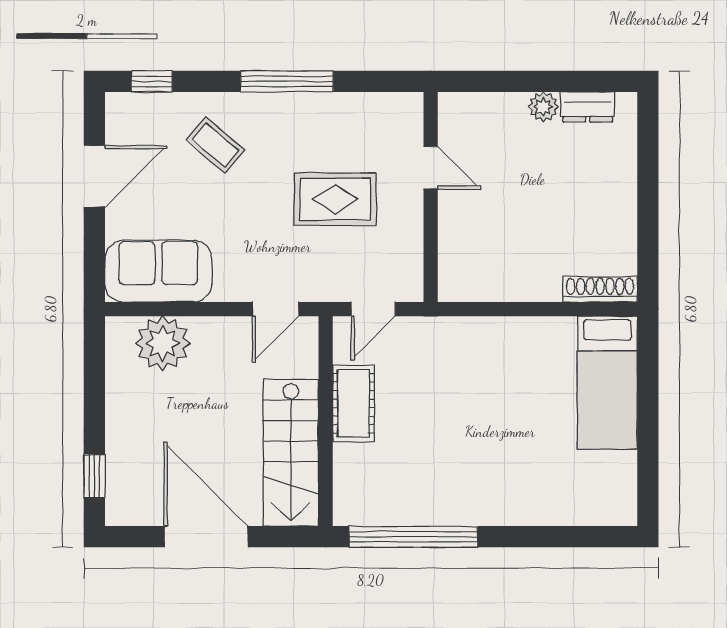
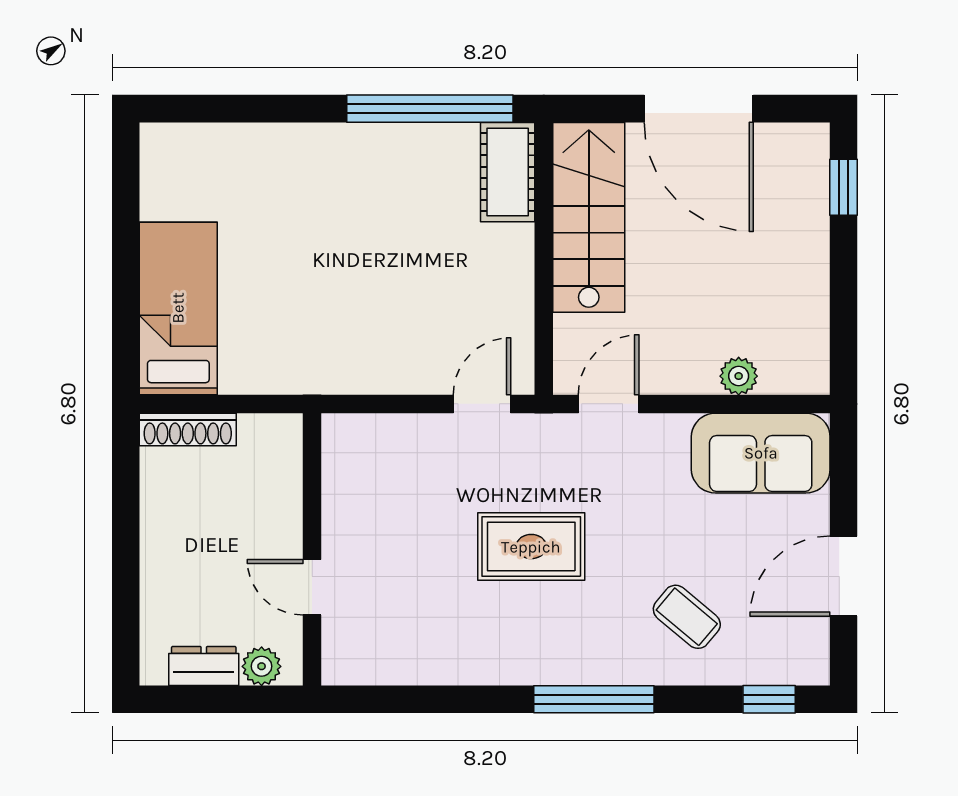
door: (431, 168) -> (312, 587), moved
wall: (431, 197) -> (312, 549), moved
plant: (163, 343) -> (739, 376), width x0.53, depth x0.53
cot: (353, 403) -> (508, 172), moved

